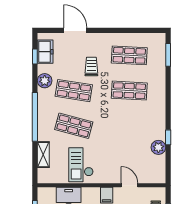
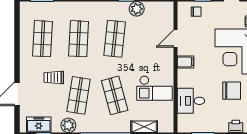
shop shelf: (74, 126) -> (115, 95), turned -30
shop shelf: (129, 126) -> (115, 39), added

